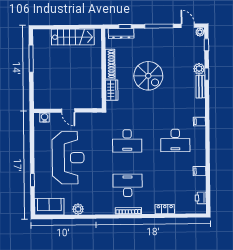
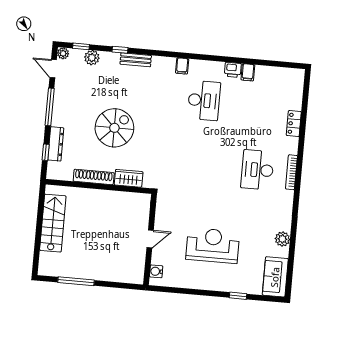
door: (188, 26) -> (53, 69), hinge flipped
dresser: (121, 33) -> (56, 144), moved
plant: (199, 69) -> (92, 58), moved
desk: (127, 141) -> (198, 165), removed
reception desk: (68, 158) -> (213, 245), width x0.74, depth x0.77
printer: (201, 198) -> (233, 70), moved

